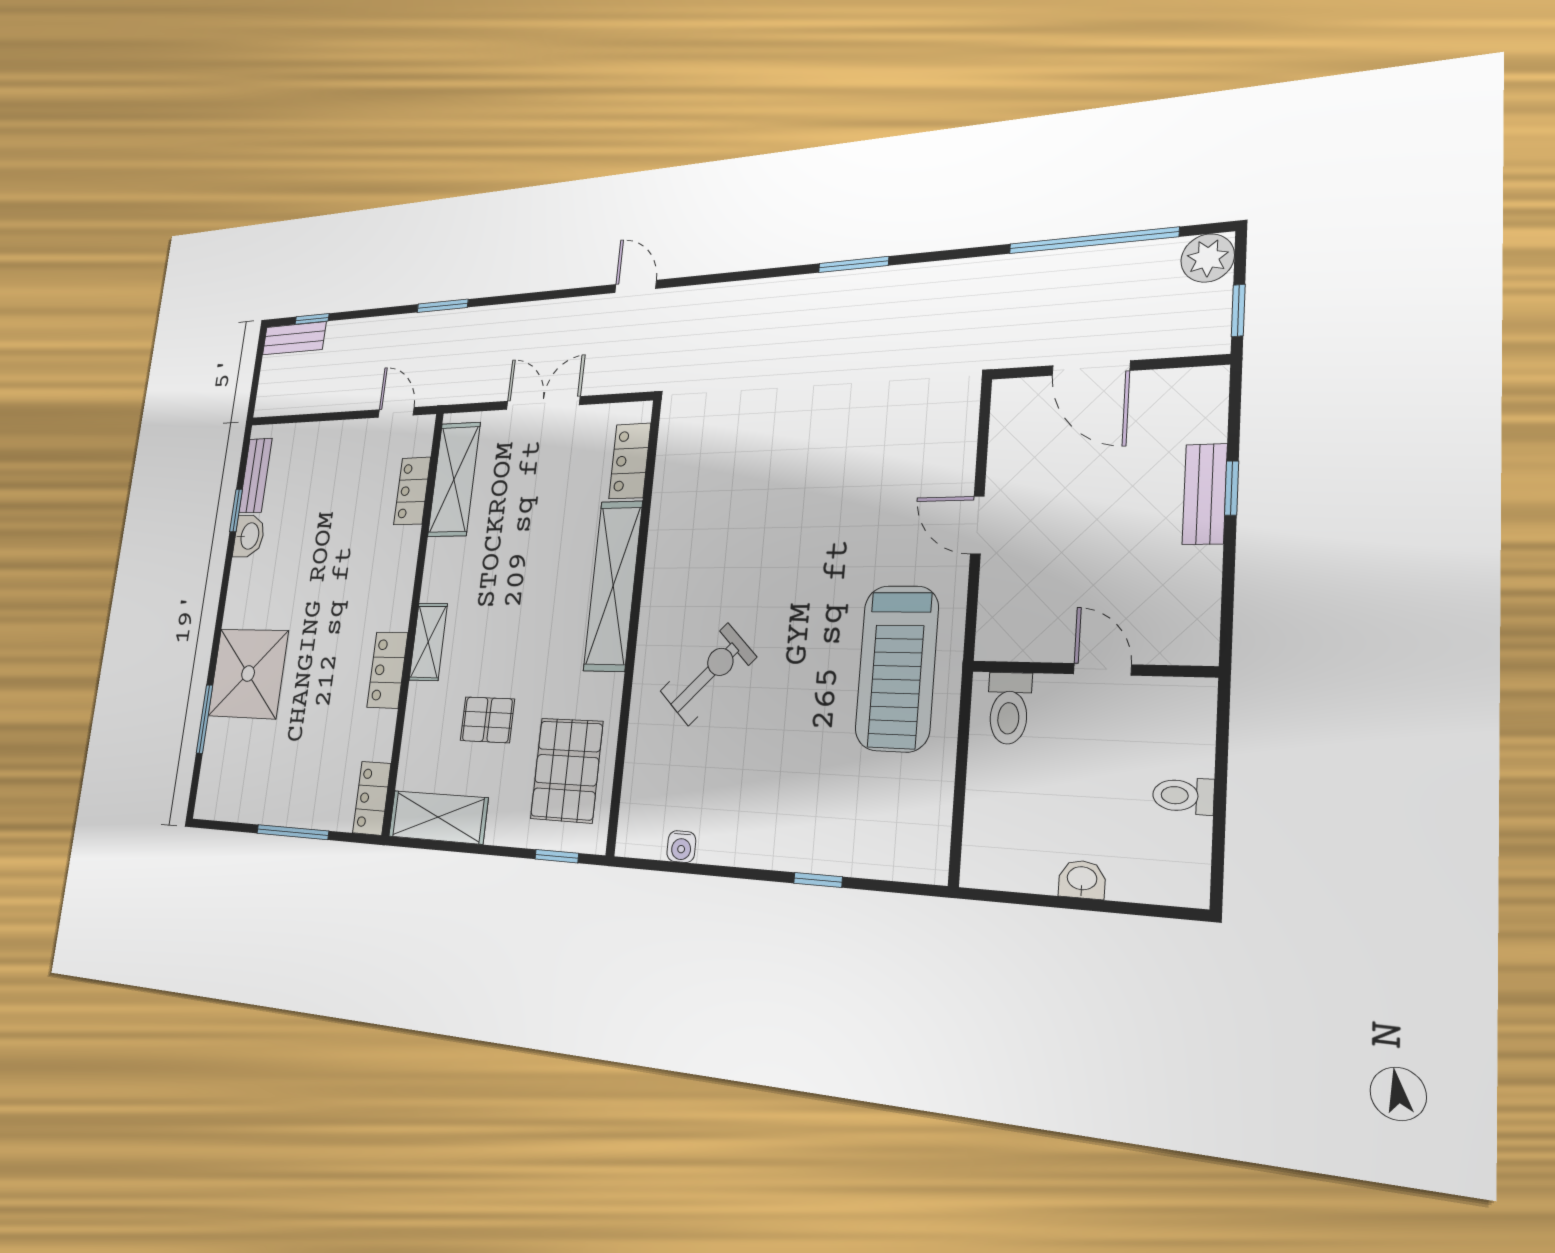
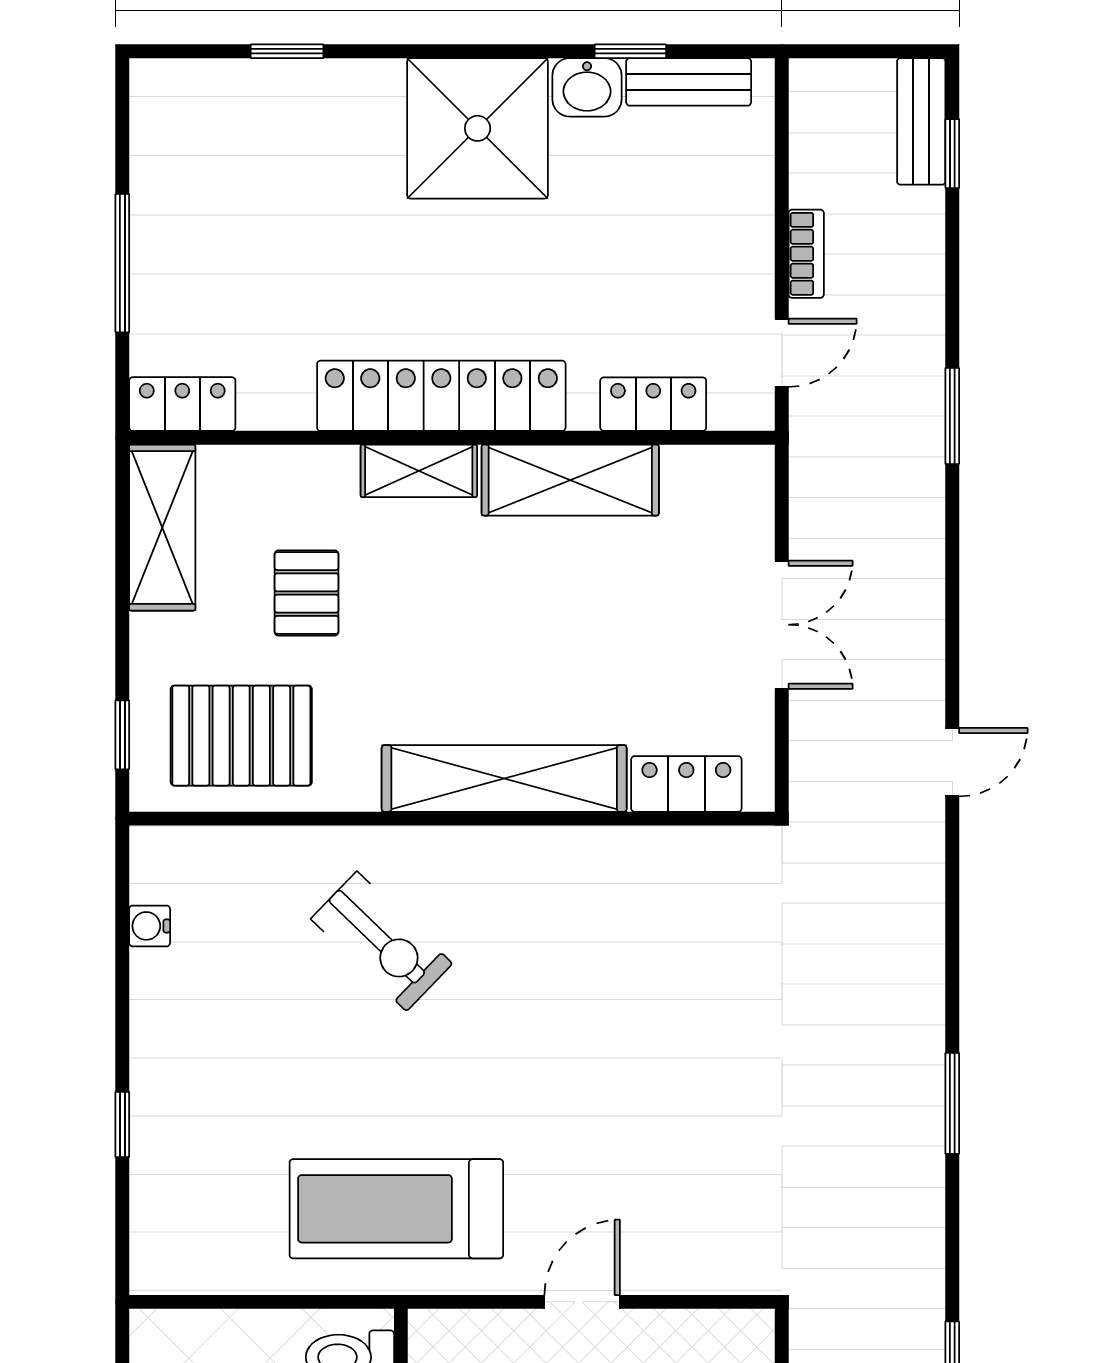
bookcase: (348, 401) -> (806, 254), added
shelving: (454, 479) -> (570, 480), moved
locker: (387, 670) -> (441, 396), width x2.16, depth x1.21
shower: (248, 673) -> (478, 128), moved
window: (204, 719) -> (287, 51), width x0.67

